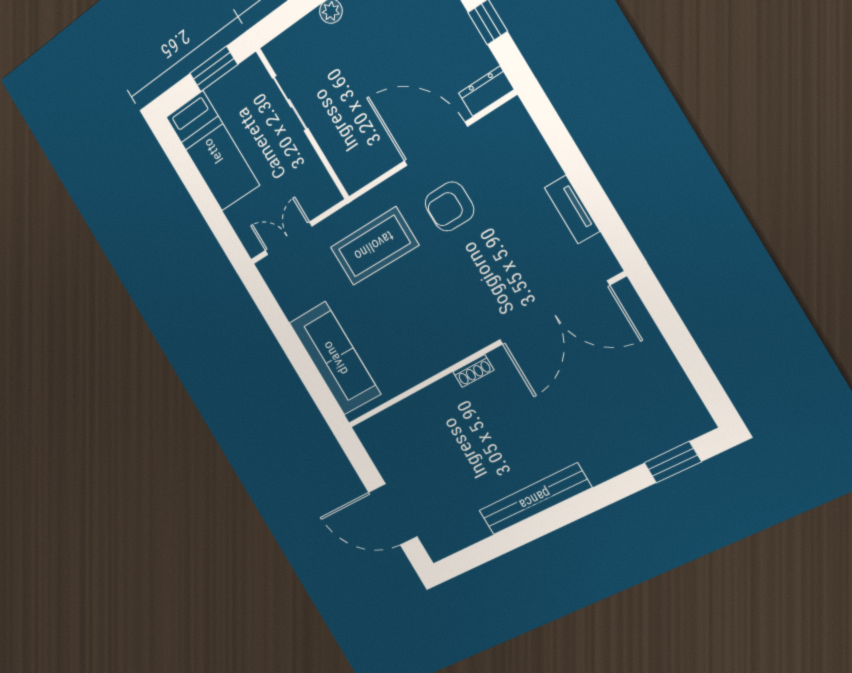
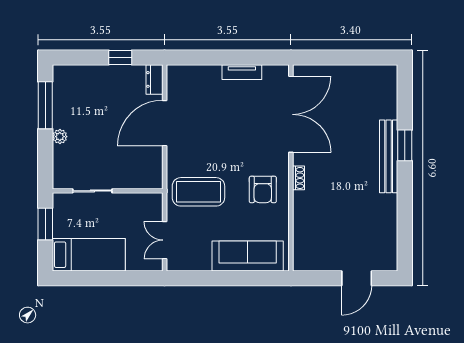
armchair: (449, 207) -> (263, 189), moved
coffee table: (374, 246) -> (198, 192), turned 90
window: (673, 462) -> (405, 145), moved
bench: (535, 499) -> (389, 156), moved
door: (393, 514) -> (357, 278), width x0.73

